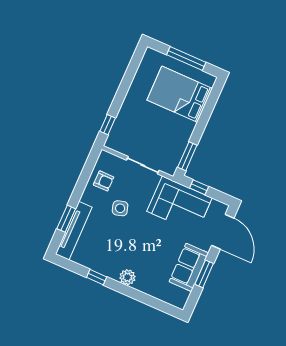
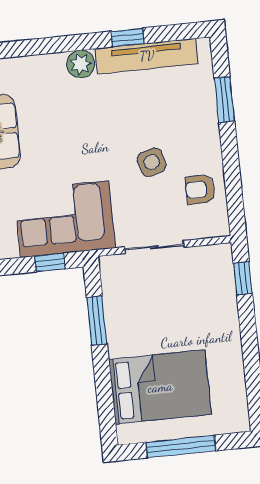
window: (187, 156) -> (97, 321), moved
tv unit: (74, 231) -> (147, 56), moved, turned -90

